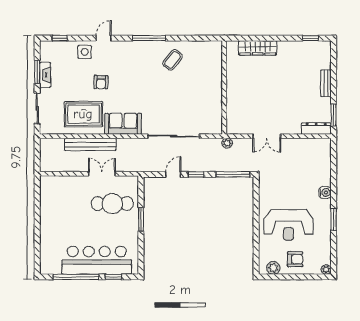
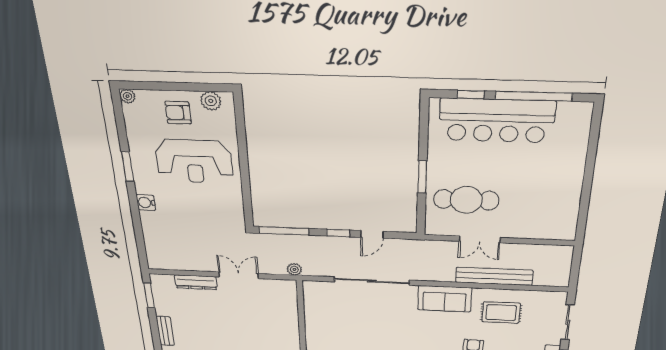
rug: (83, 114) -> (501, 313), width x0.73, depth x0.70
dresser: (316, 129) -> (196, 282), moved
reception desk: (289, 225) -> (194, 161), turned 180

